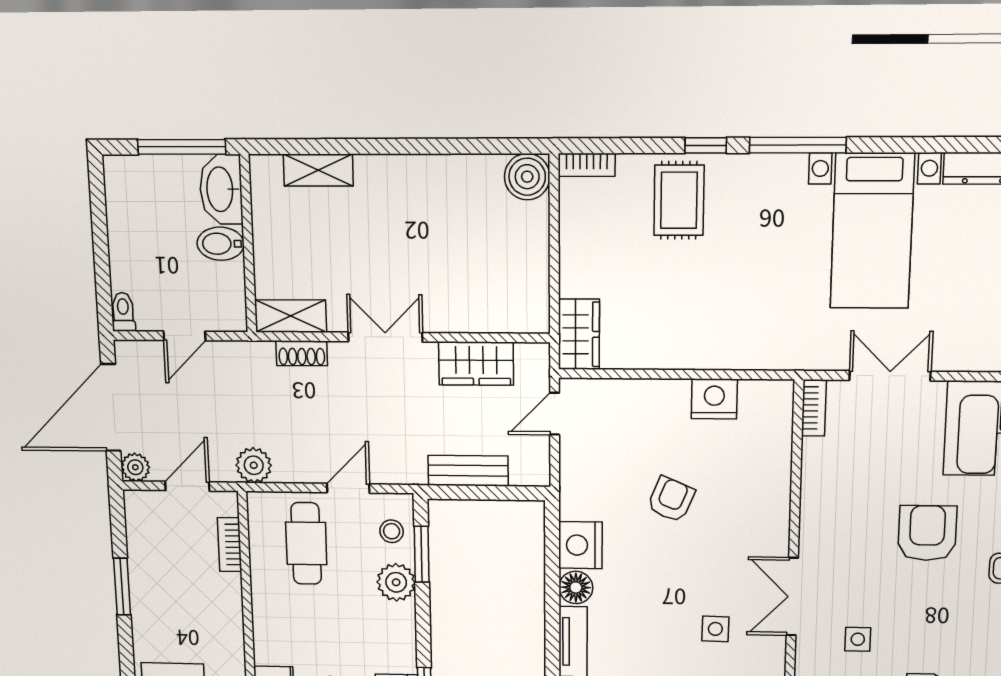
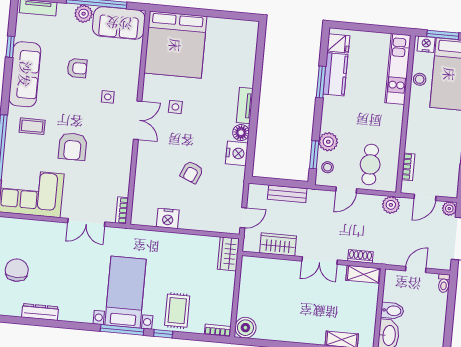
bed with nightstands: (872, 231) -> (126, 292), moved

